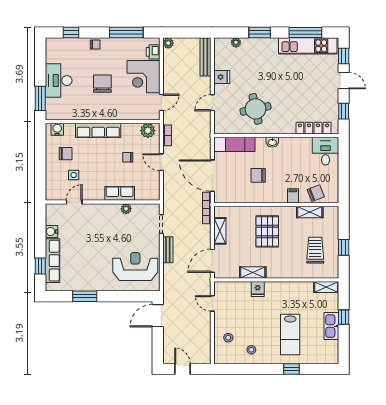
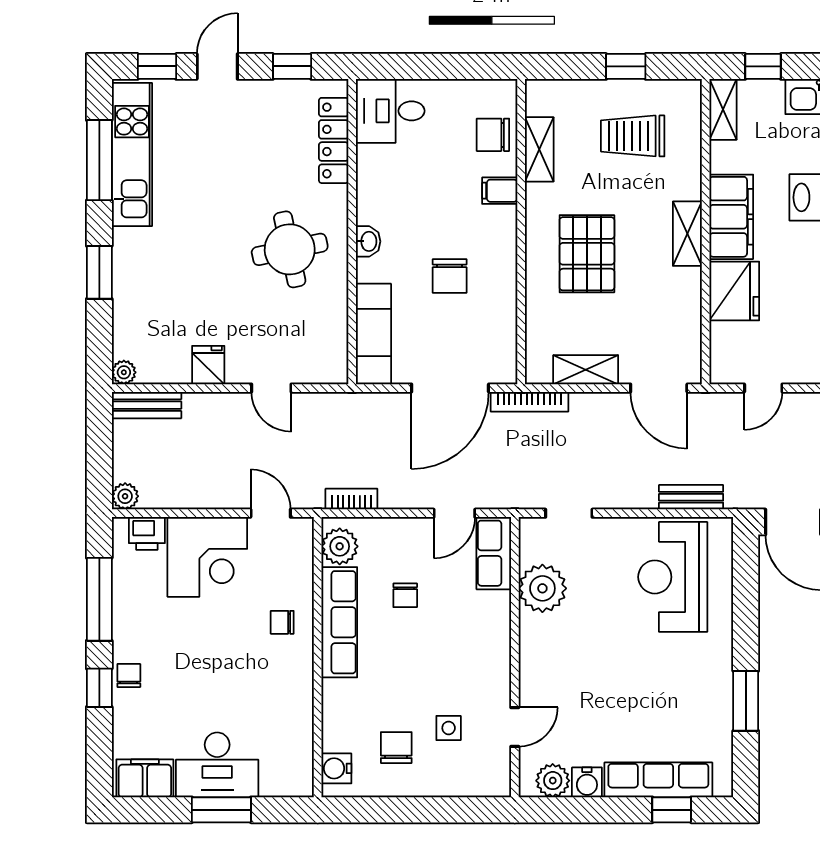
window: (71, 32) -> (99, 688), moved
plant: (236, 42) -> (124, 372), moved
filing cabinet: (53, 51) -> (145, 778), added
bench: (205, 57) -> (147, 405), width x0.73
chair: (102, 84) -> (282, 622), moved, width x0.54, depth x0.54
window: (40, 98) -> (221, 810), moved
round table: (256, 109) -> (290, 249), moved
row of seats: (98, 130) -> (339, 622), moved
door: (161, 162) -> (454, 513), moved
row of seats: (120, 193) -> (494, 553), moved
chair: (316, 193) -> (493, 135), turned -69
door: (74, 202) -> (515, 727), swing flipped
plant: (126, 209) -> (542, 588), width x1.88, depth x1.88
plant: (52, 218) -> (553, 781), added
pallet: (267, 231) -> (587, 254), turned 90
bench: (168, 250) -> (691, 497), moved
shelving: (253, 272) -> (687, 234), moved
fridge: (258, 289) -> (734, 291), width x1.88, depth x1.34
filing cabinet: (282, 290) -> (731, 217), added
window: (344, 317) -> (763, 66), moved

